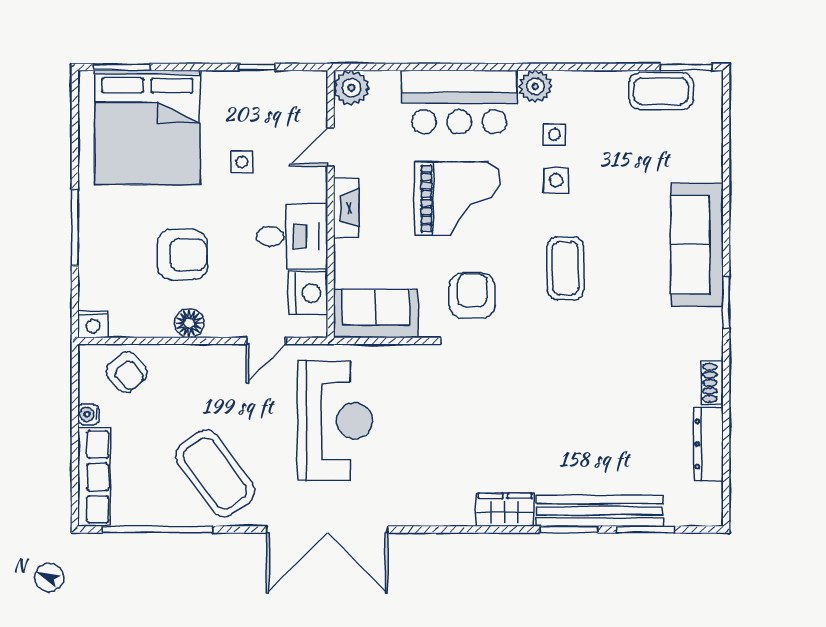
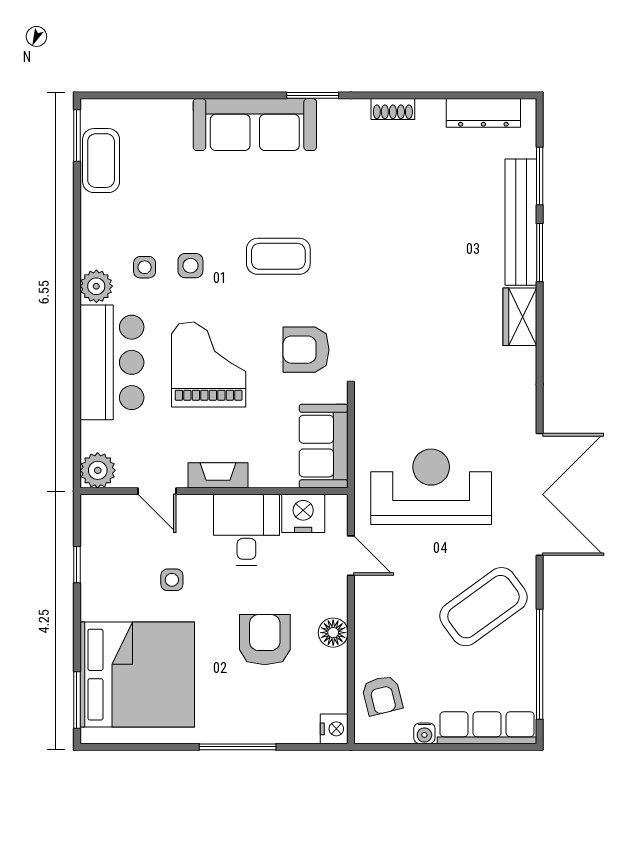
armchair: (126, 372) -> (382, 695), turned 117
dresser: (709, 444) -> (483, 113), moved

